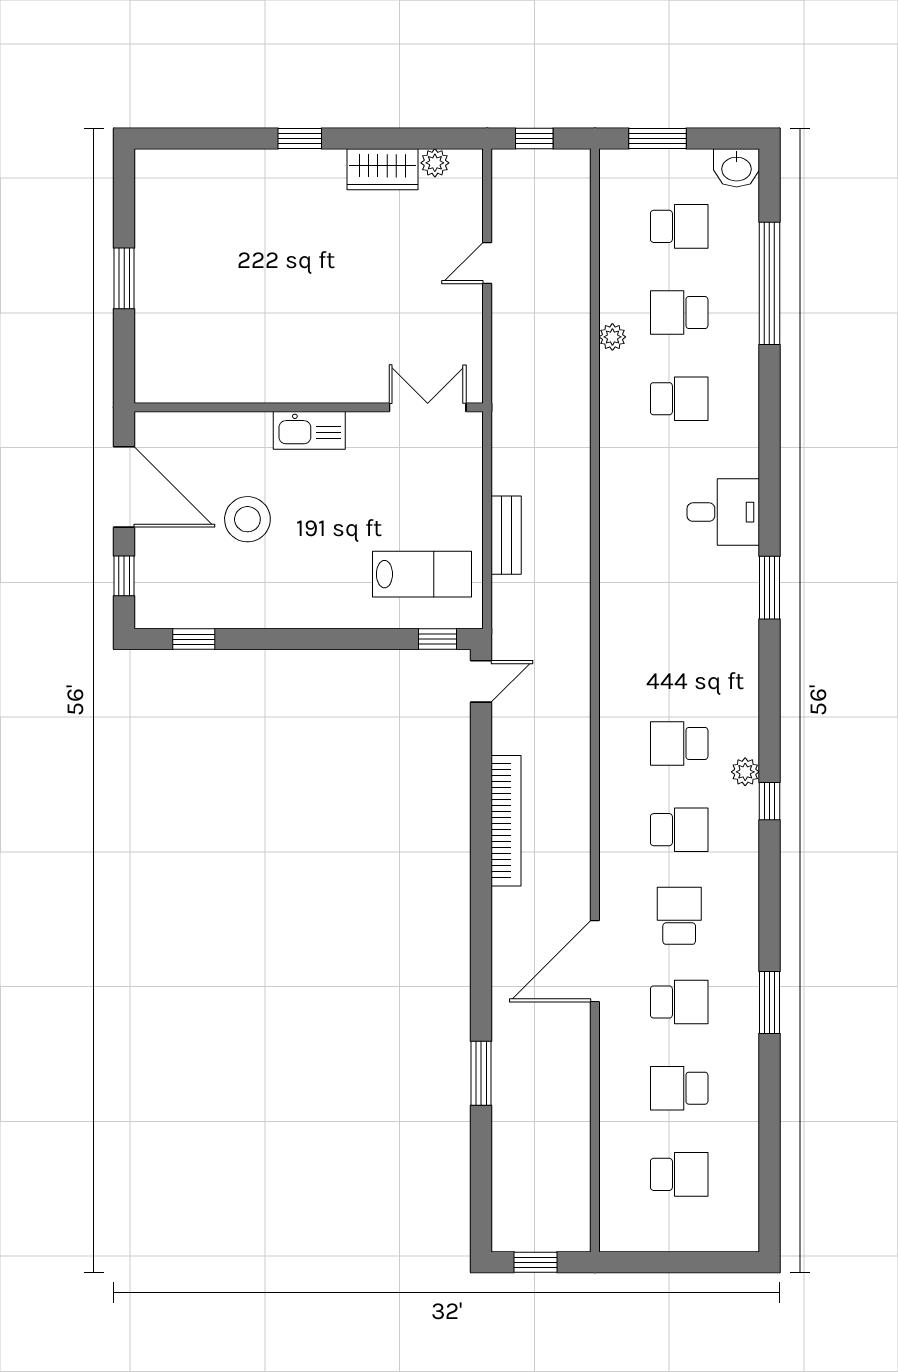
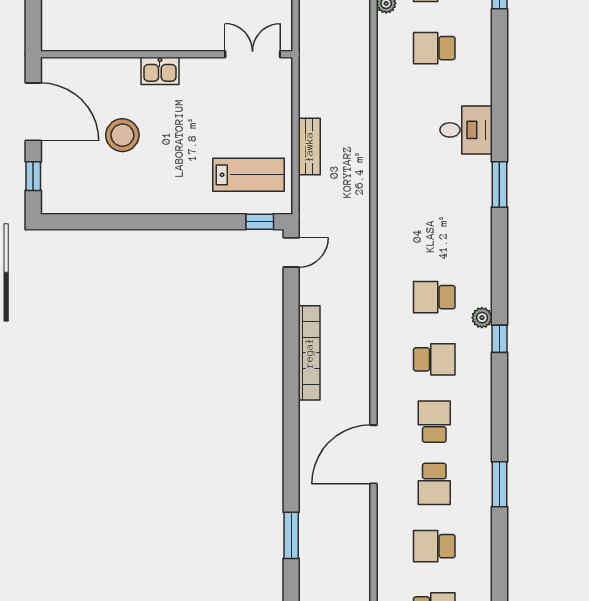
school desk: (679, 399) -> (434, 48), turned 180
kitchen sink: (309, 430) -> (160, 71), width x0.73
window: (194, 639) -> (84, 222), removed
school desk: (679, 1002) -> (434, 484), turned 90

